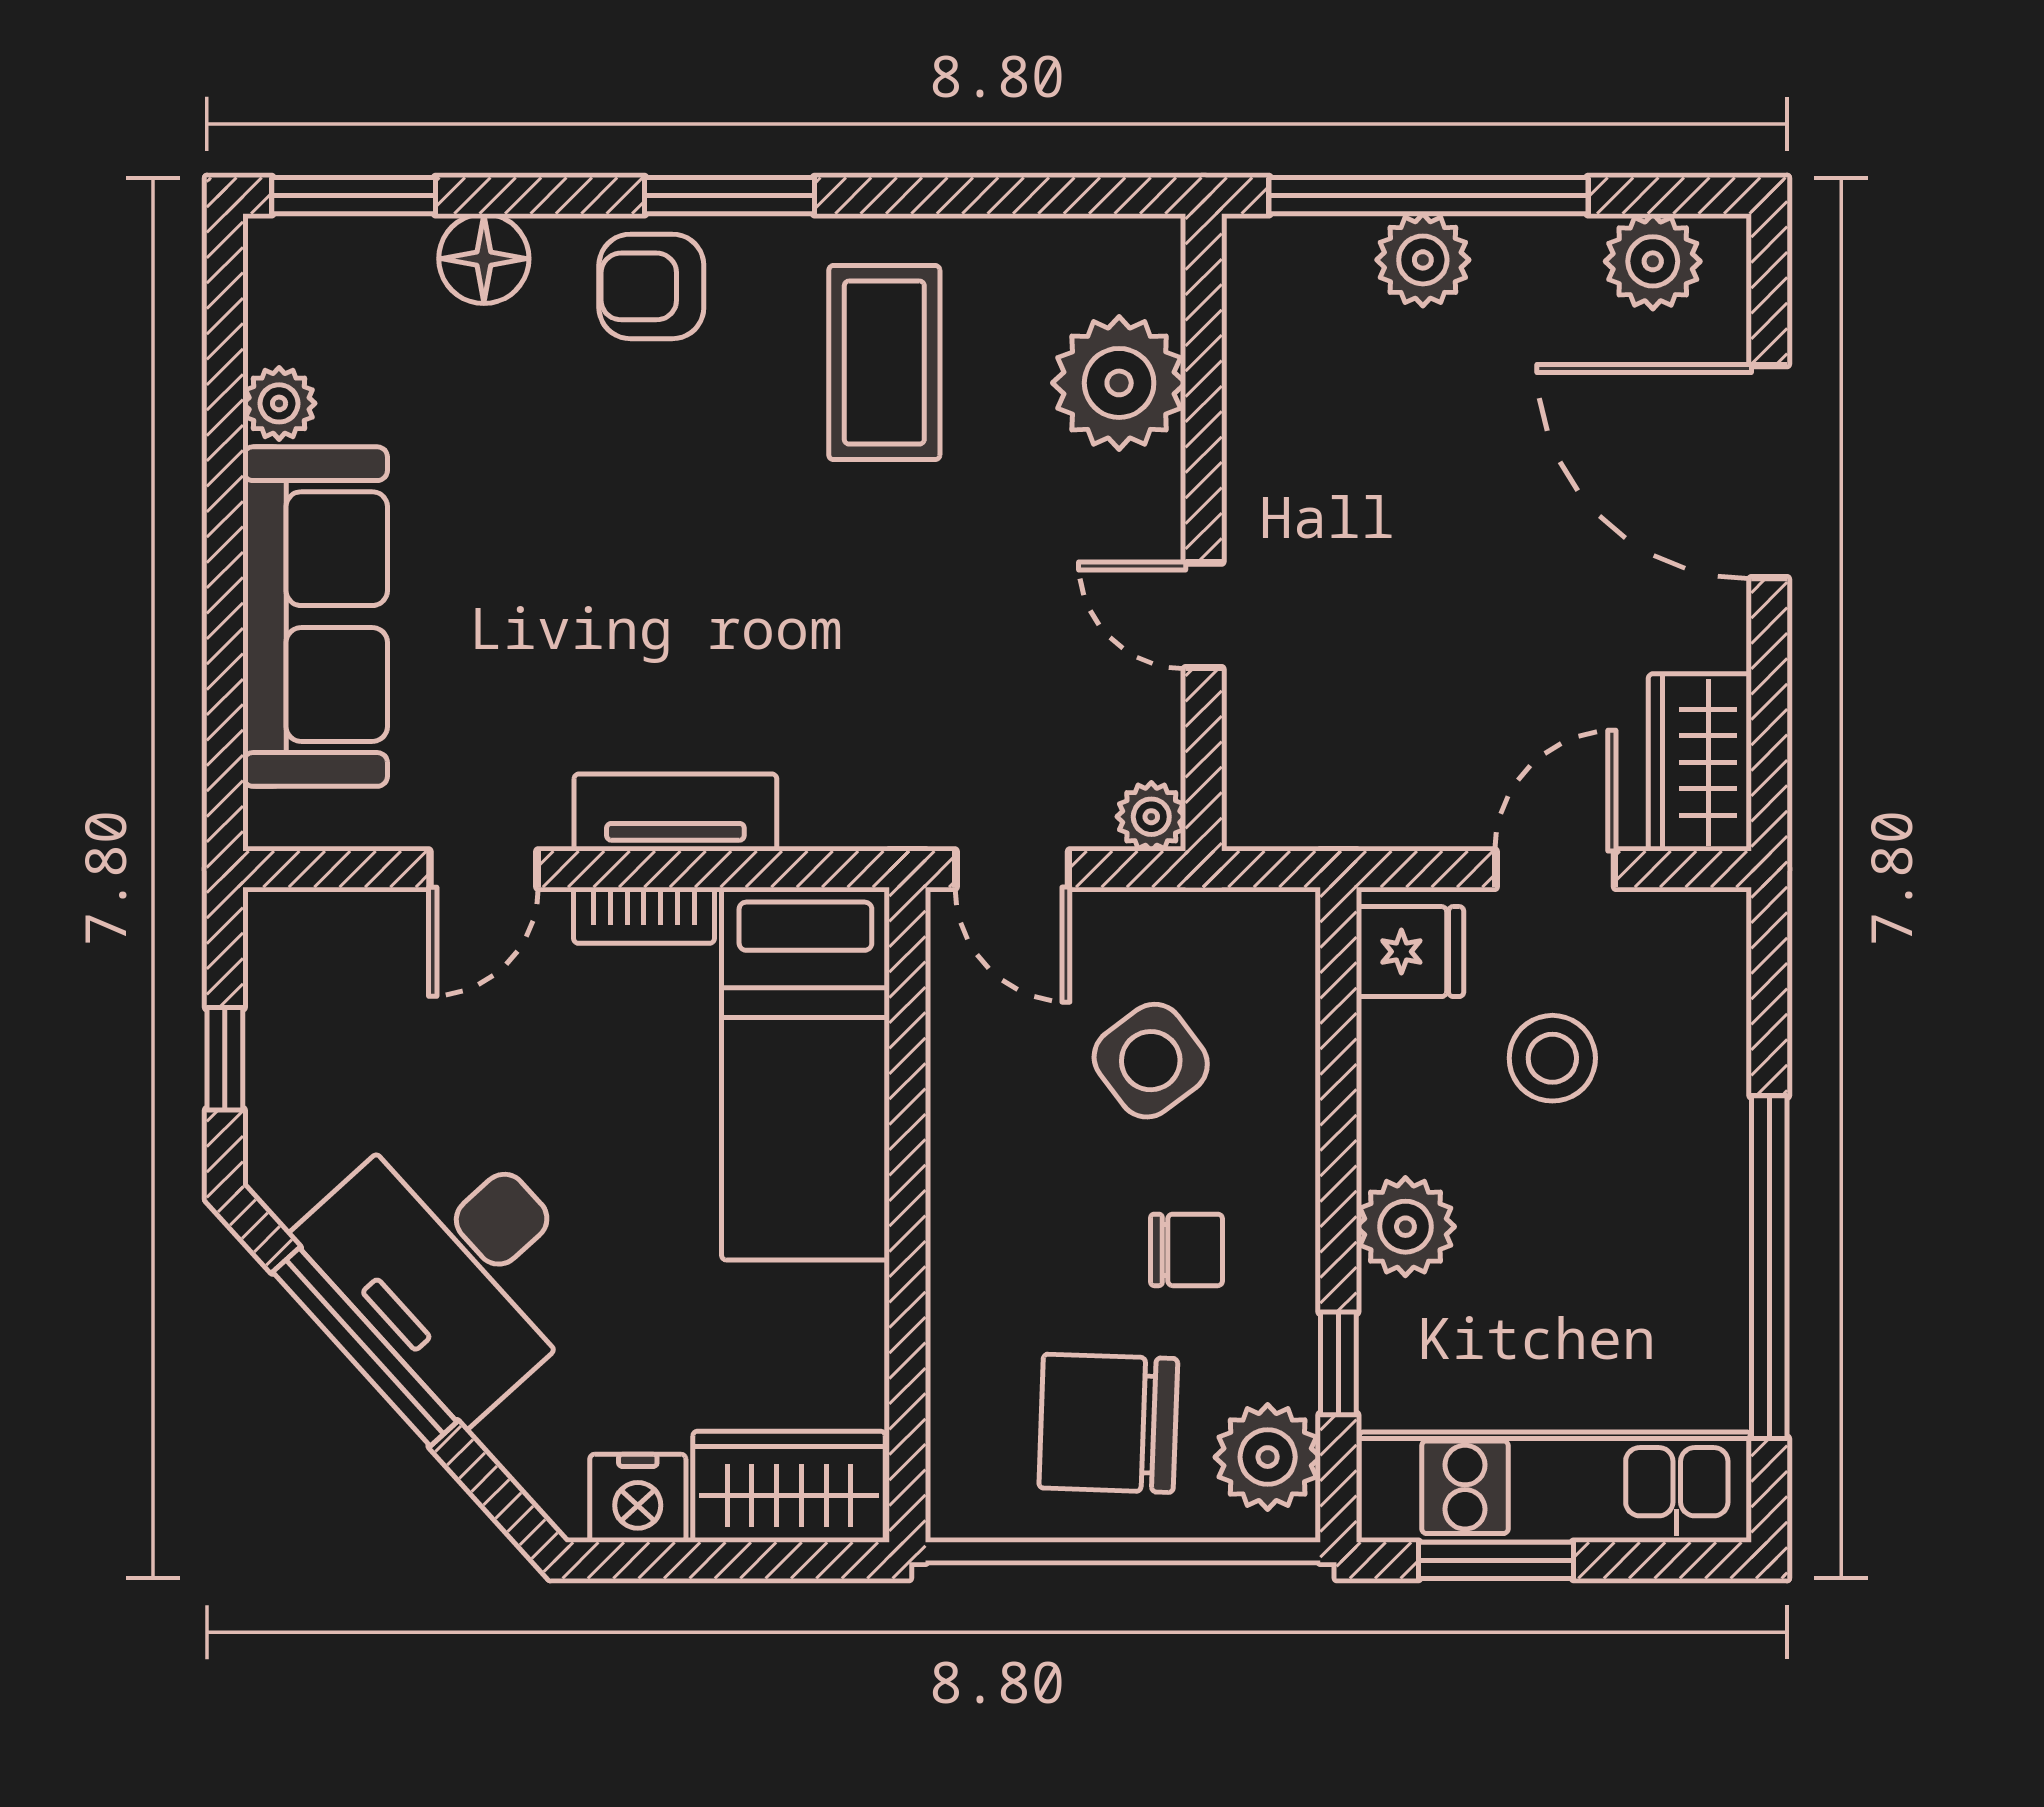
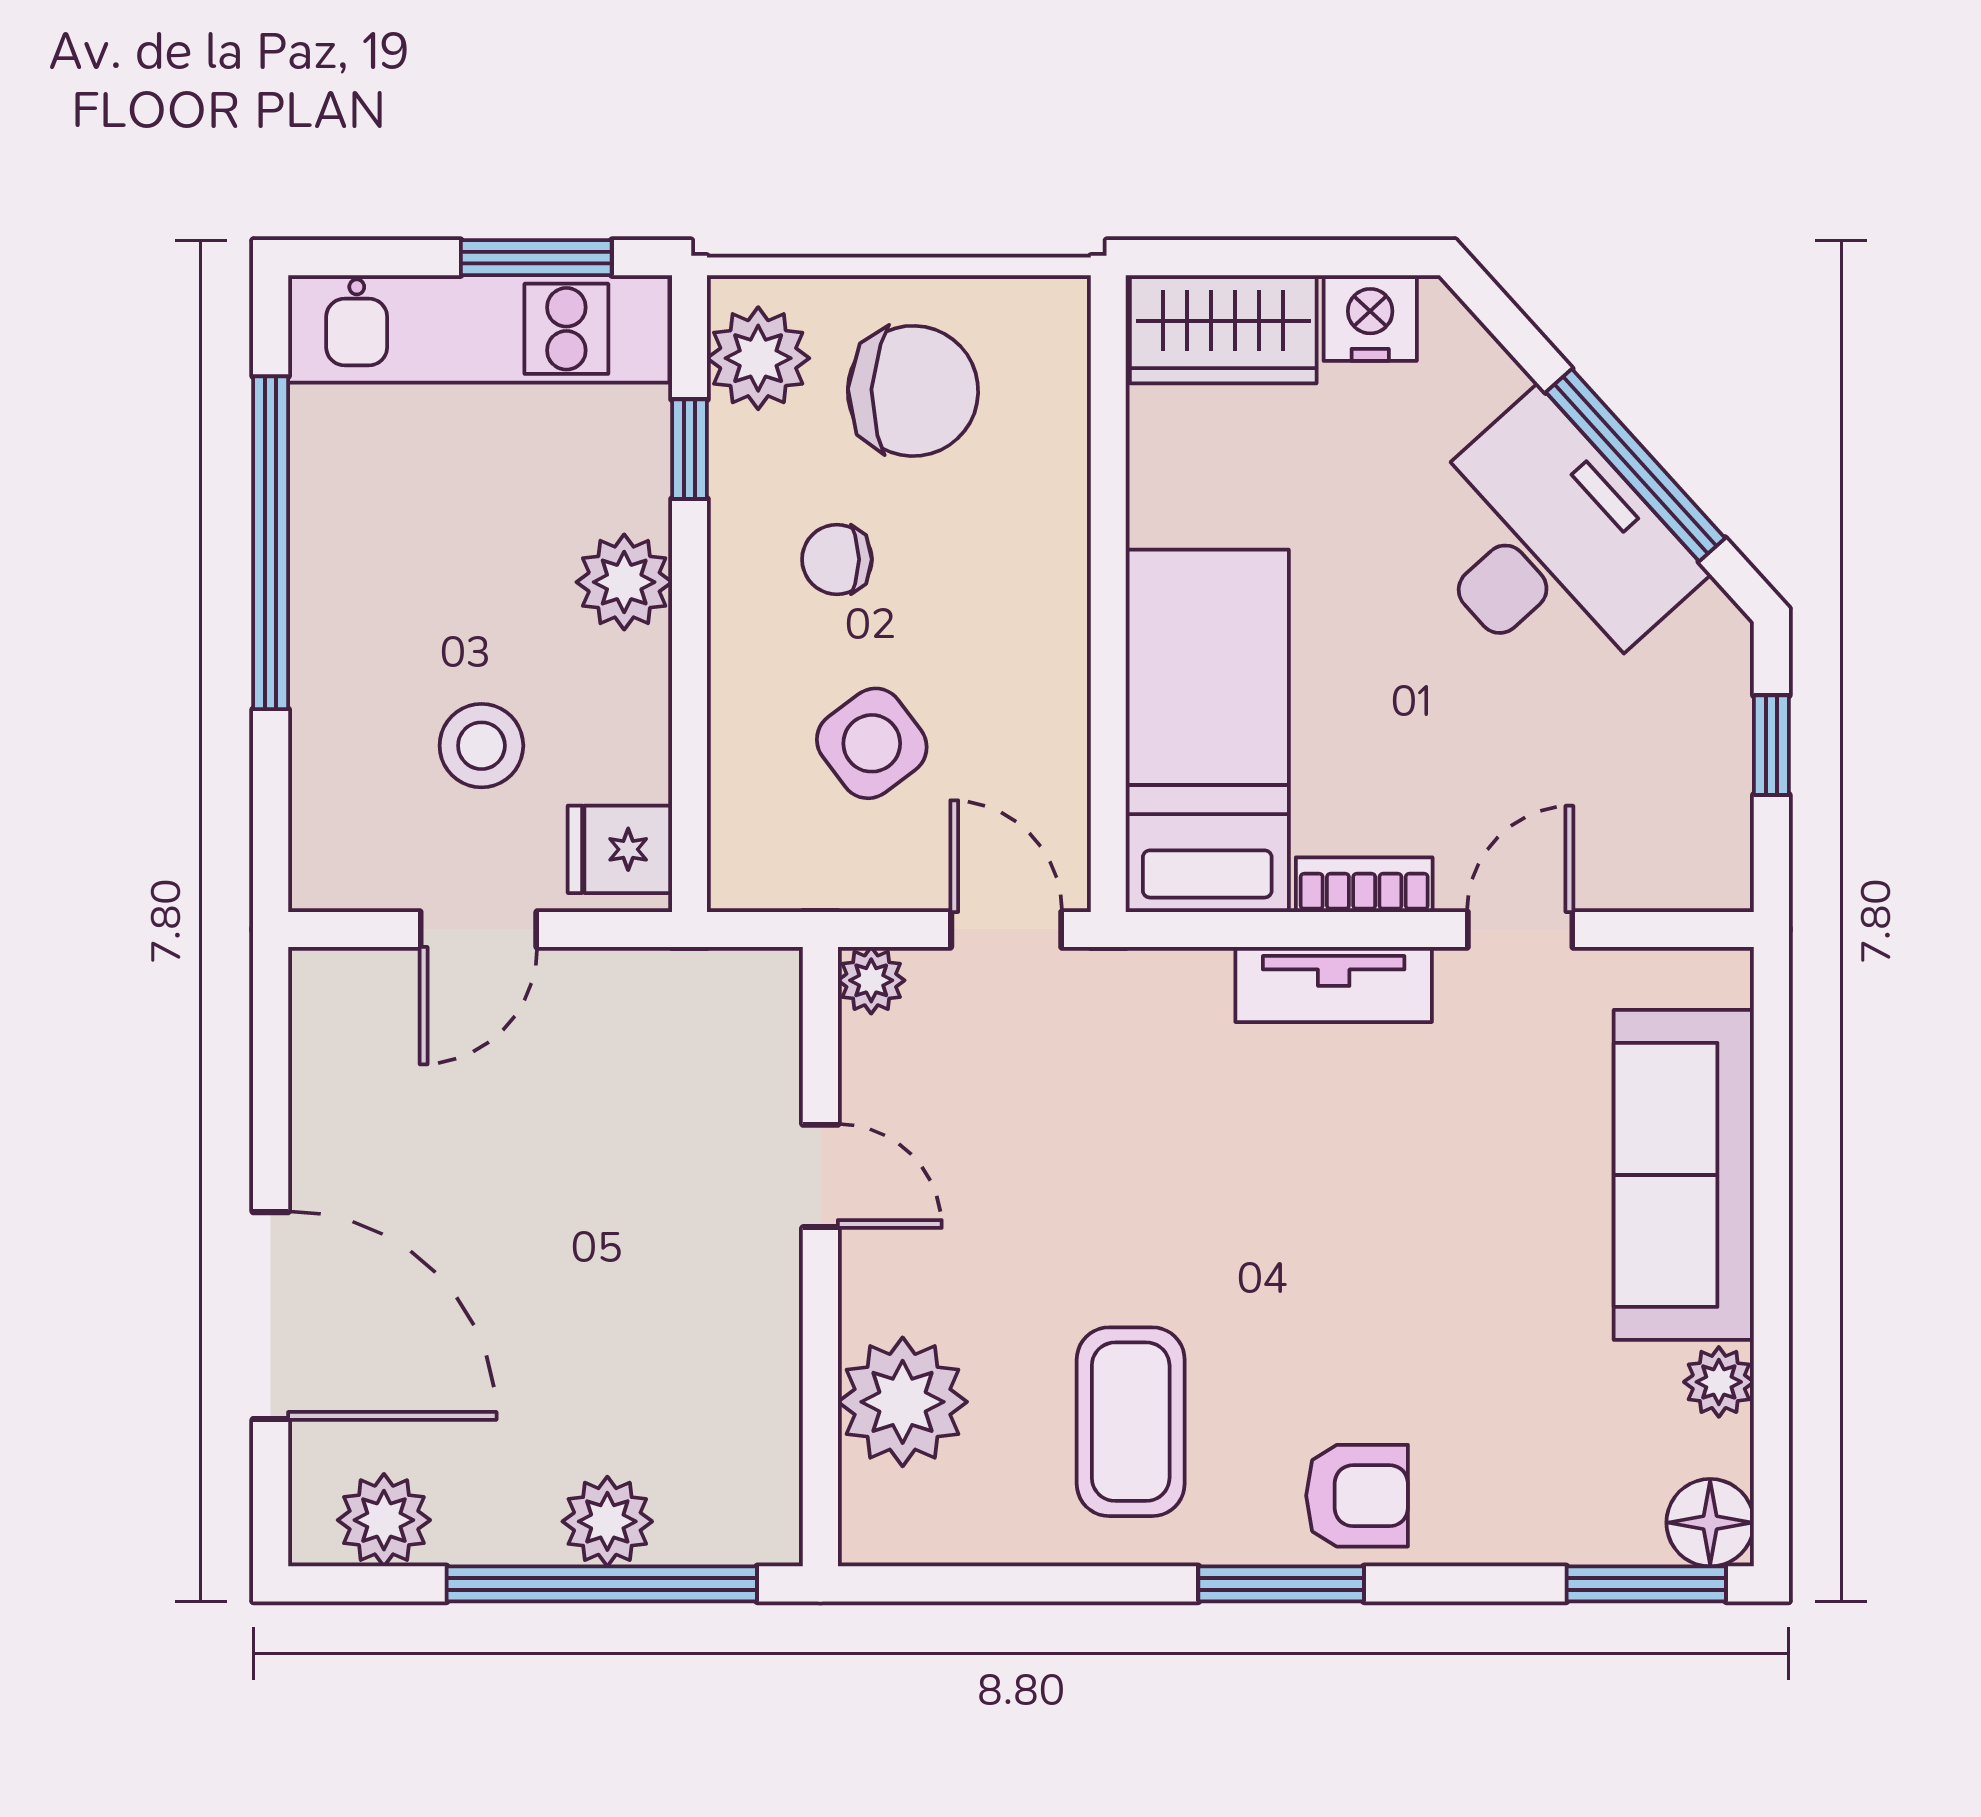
floor lamp: (484, 259) -> (1710, 1523), moved
wardrobe: (1700, 762) -> (338, 1033), removed

